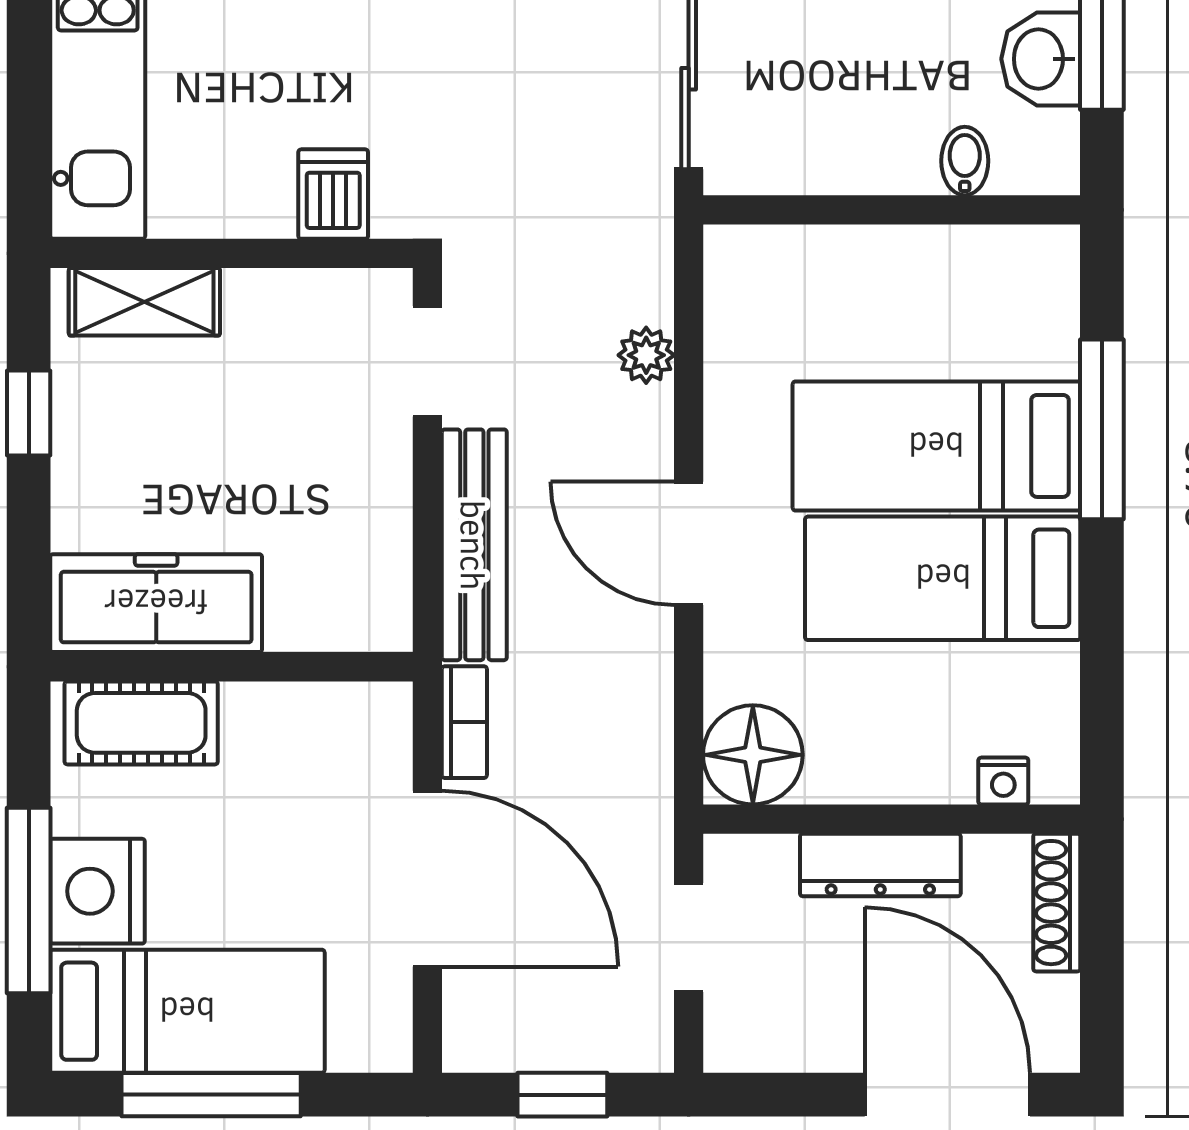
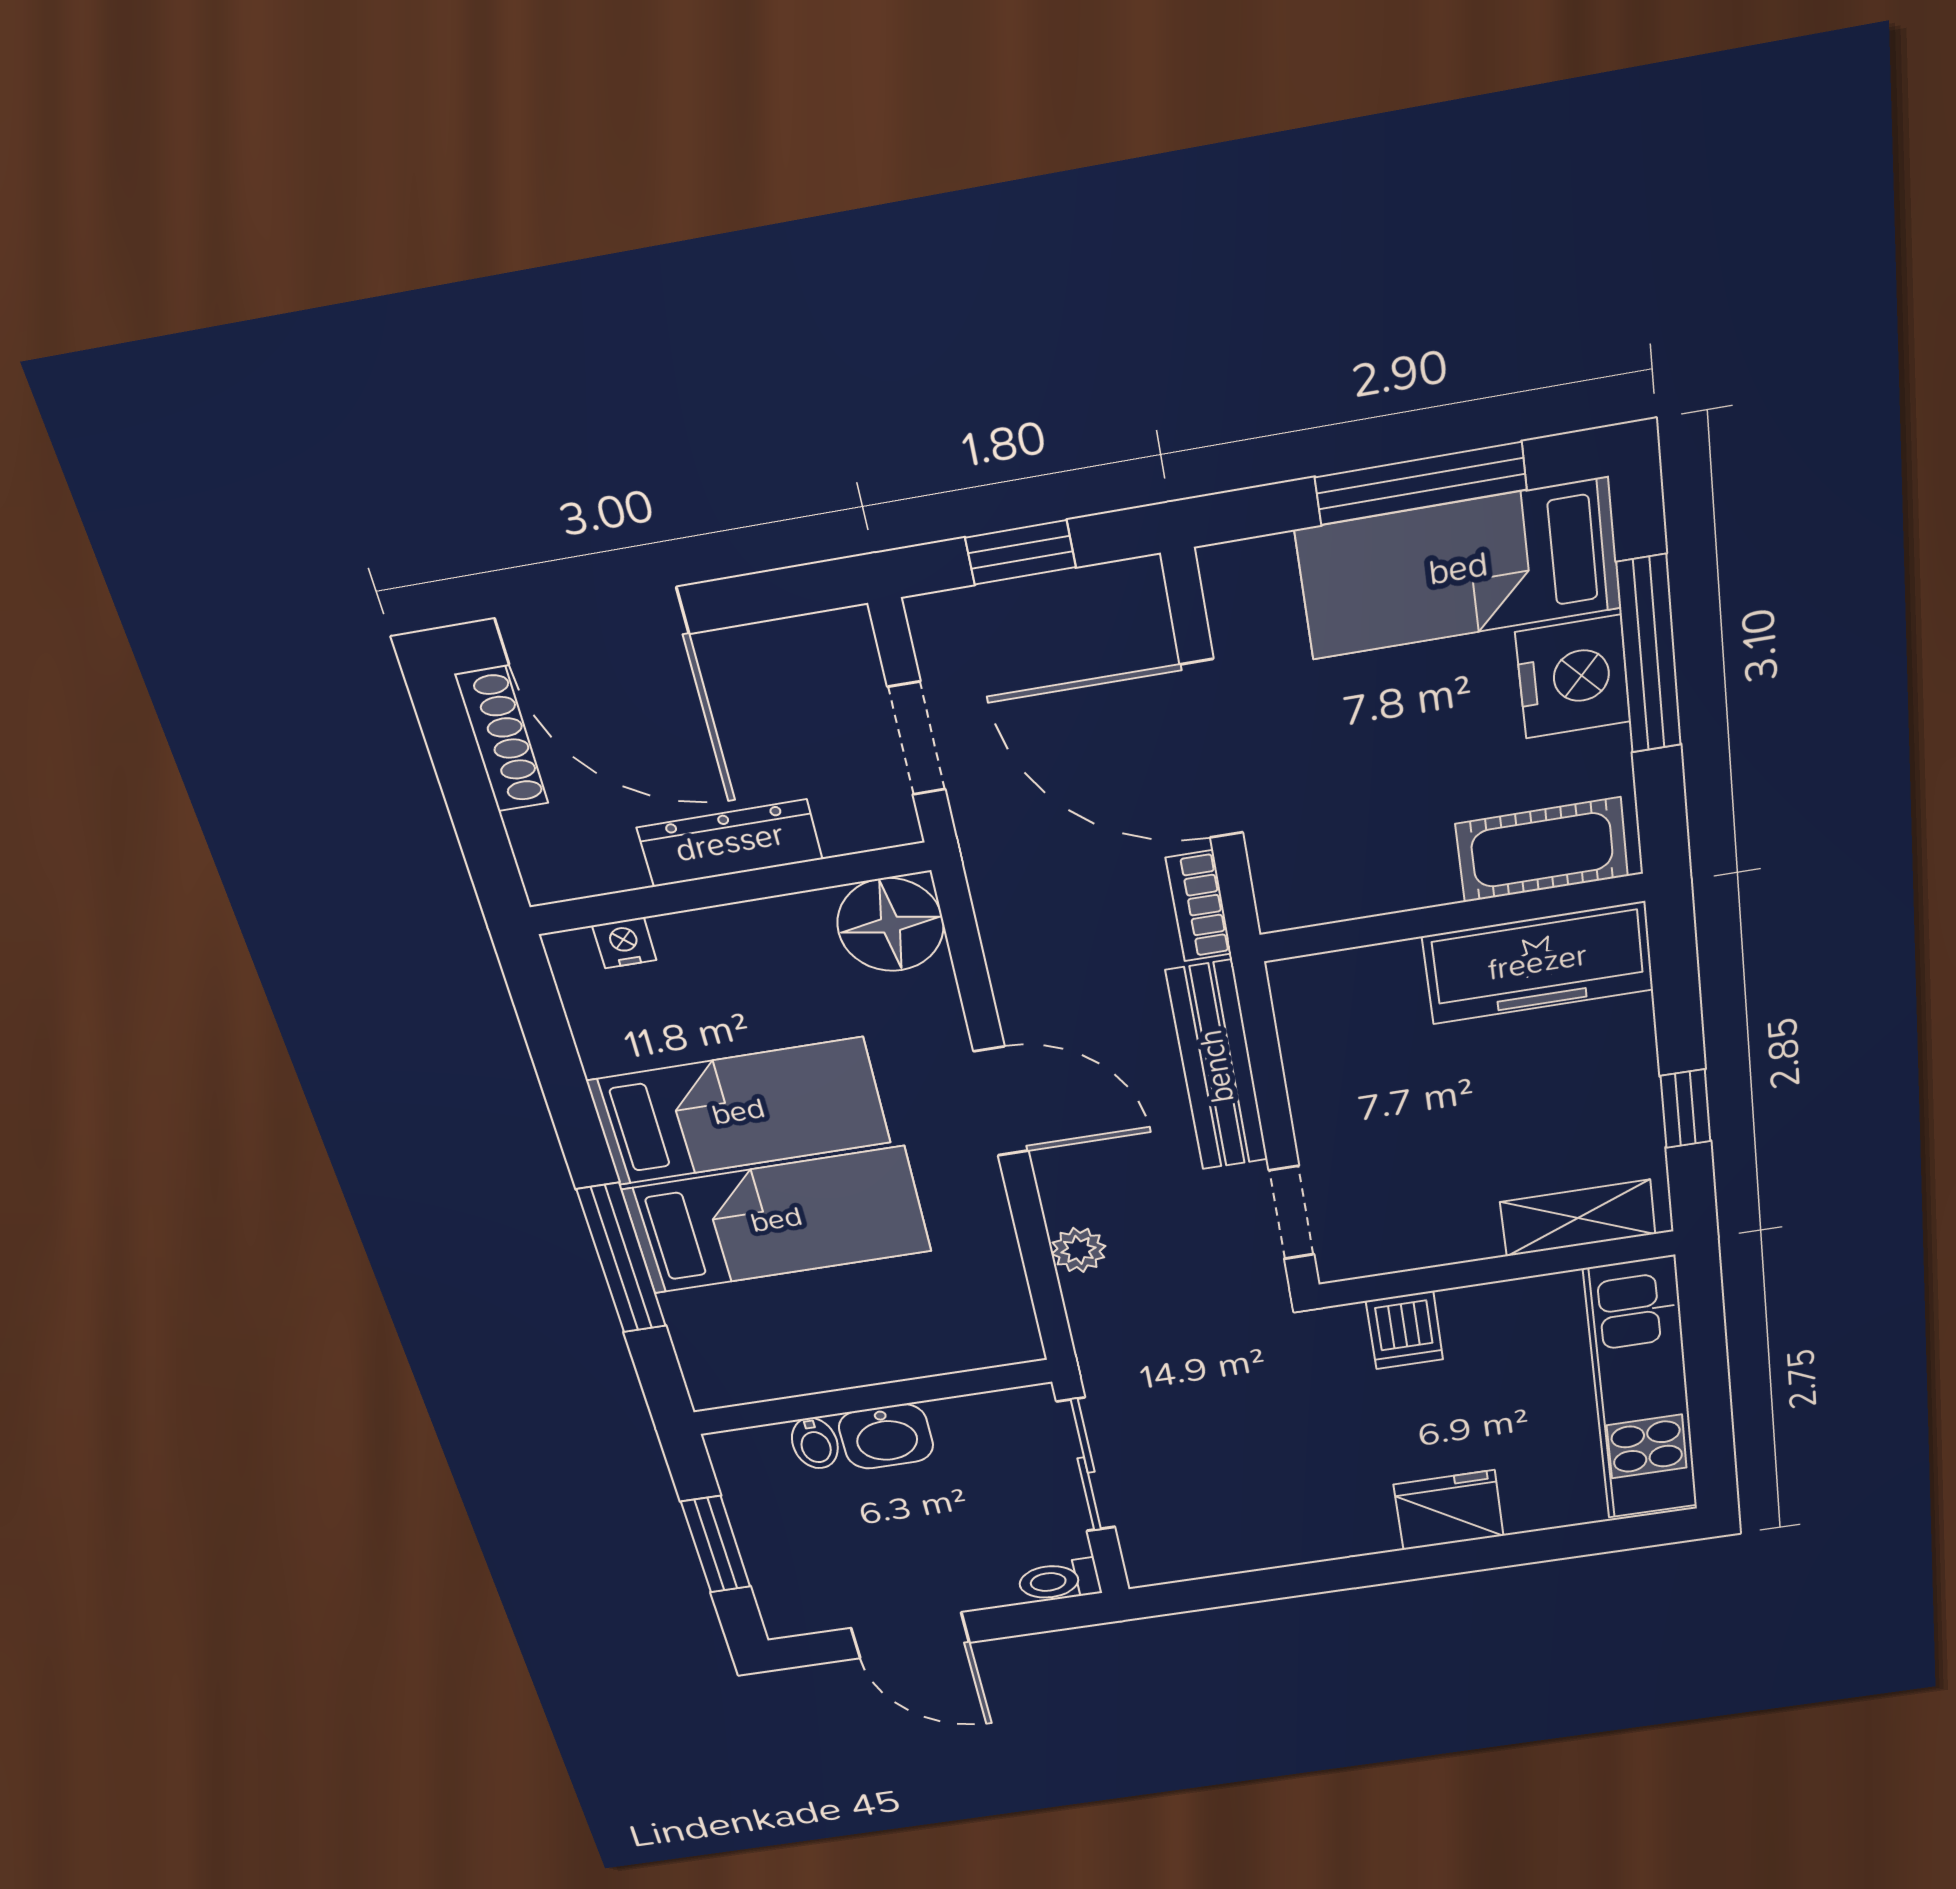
washbasin: (1041, 59) -> (886, 1436), moved, turned 90
shoe rack: (1057, 903) -> (502, 739), moved

